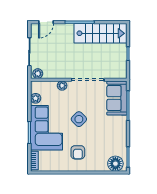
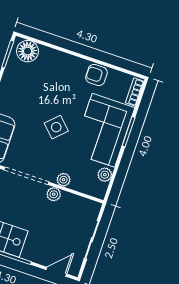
plant: (38, 74) -> (54, 194), moved
armchair: (78, 152) -> (96, 75), moved, turned -90

